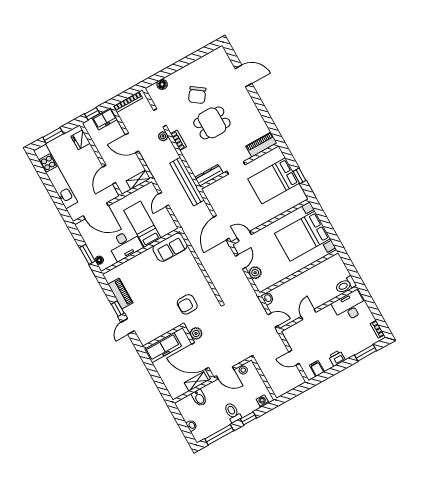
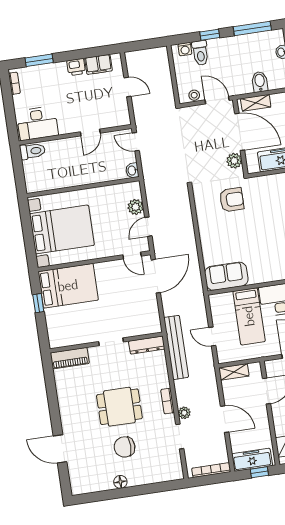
floor lamp: (162, 84) -> (120, 482), moved
chair: (197, 95) -> (125, 447), turned -126
freezer: (105, 119) -> (252, 460), width x1.40
bed: (274, 181) -> (68, 286), moved
door: (164, 199) -> (212, 337), swing flipped
filing cabinet: (317, 369) -> (98, 64), width x2.00
toilet: (233, 412) -> (200, 53), moved

